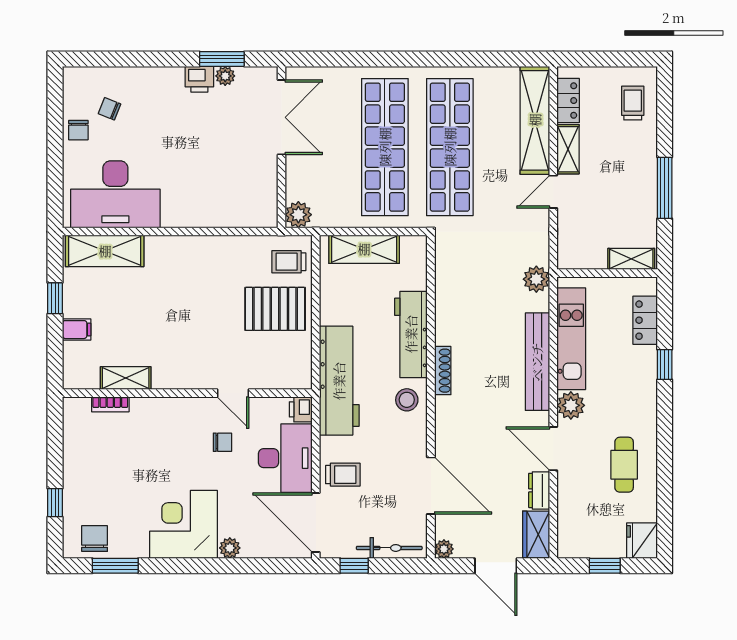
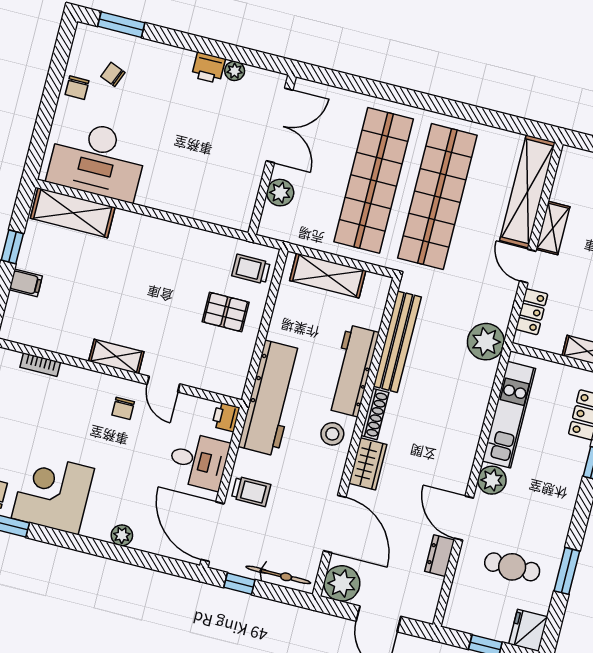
window: (222, 59) -> (121, 25), moved
locker: (568, 101) -> (532, 312), moved
door: (553, 192) -> (528, 266), hinge flipped
plant: (298, 215) -> (280, 193), moved
plant: (536, 279) -> (486, 342), width x1.36, depth x1.36
pallet: (275, 309) -> (226, 312), width x0.67, depth x0.71
bench: (537, 362) -> (397, 342), moved
shelving: (126, 378) -> (116, 356), moved
chair: (222, 442) -> (123, 408), moved, turned 90
desk: (285, 458) -> (199, 461), width x0.73
cafe table: (624, 465) -> (512, 567), moved, turned 90
window: (665, 474) -> (567, 571), added
corner desk: (183, 524) -> (53, 493), moved
wardrobe: (536, 534) -> (368, 464), moved, turned 180
plant: (444, 549) -> (342, 583), width x1.88, depth x1.88

